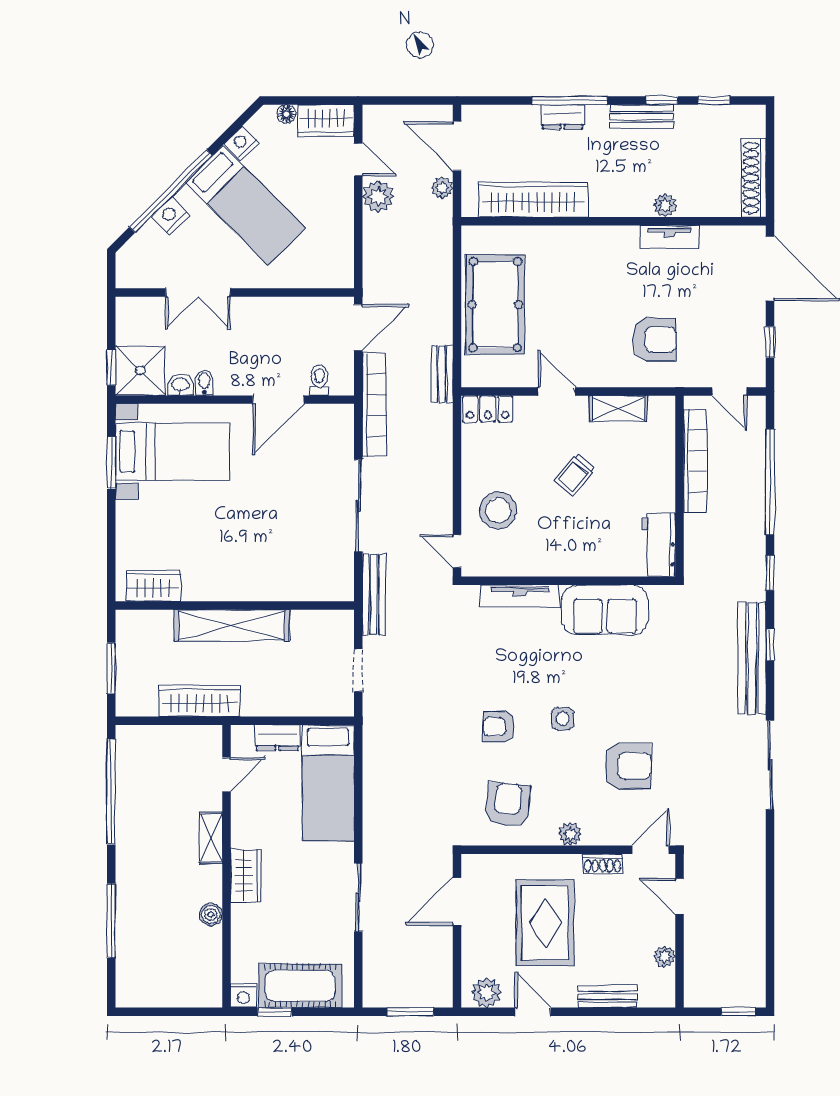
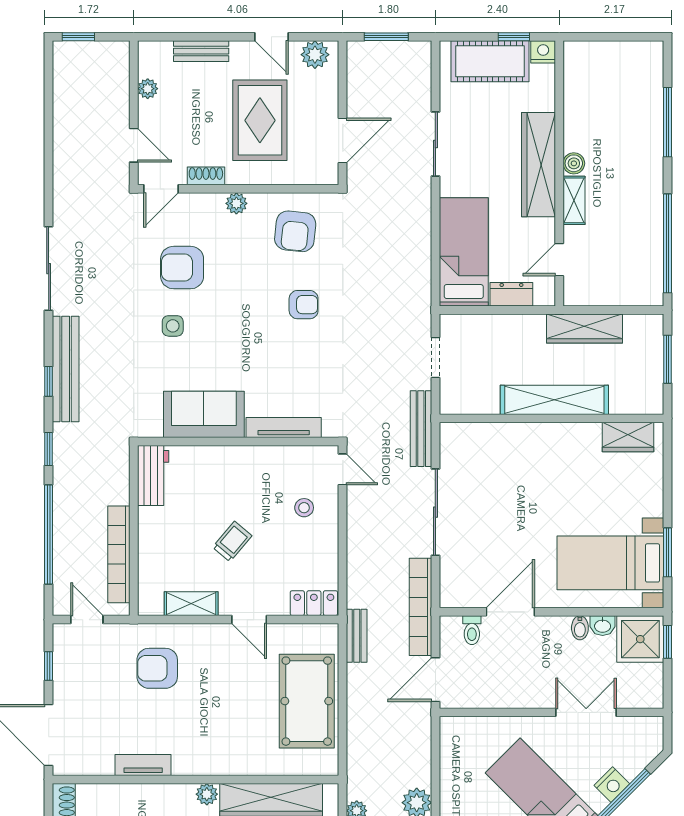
plant: (665, 205) -> (207, 794), moved
stool: (498, 510) -> (304, 508), width x0.53, depth x0.53
side table: (563, 719) -> (173, 326), moved
wardrobe: (246, 876) -> (538, 165), width x2.10, depth x1.17
boiler: (211, 914) -> (574, 163), moved

